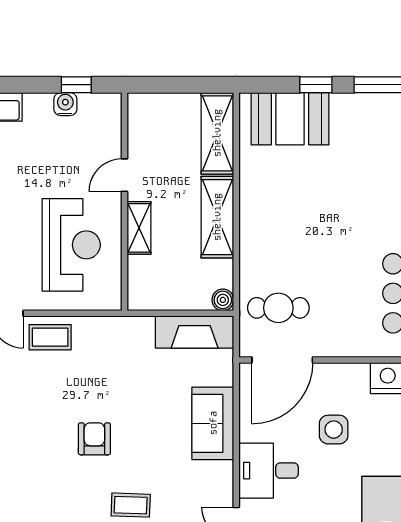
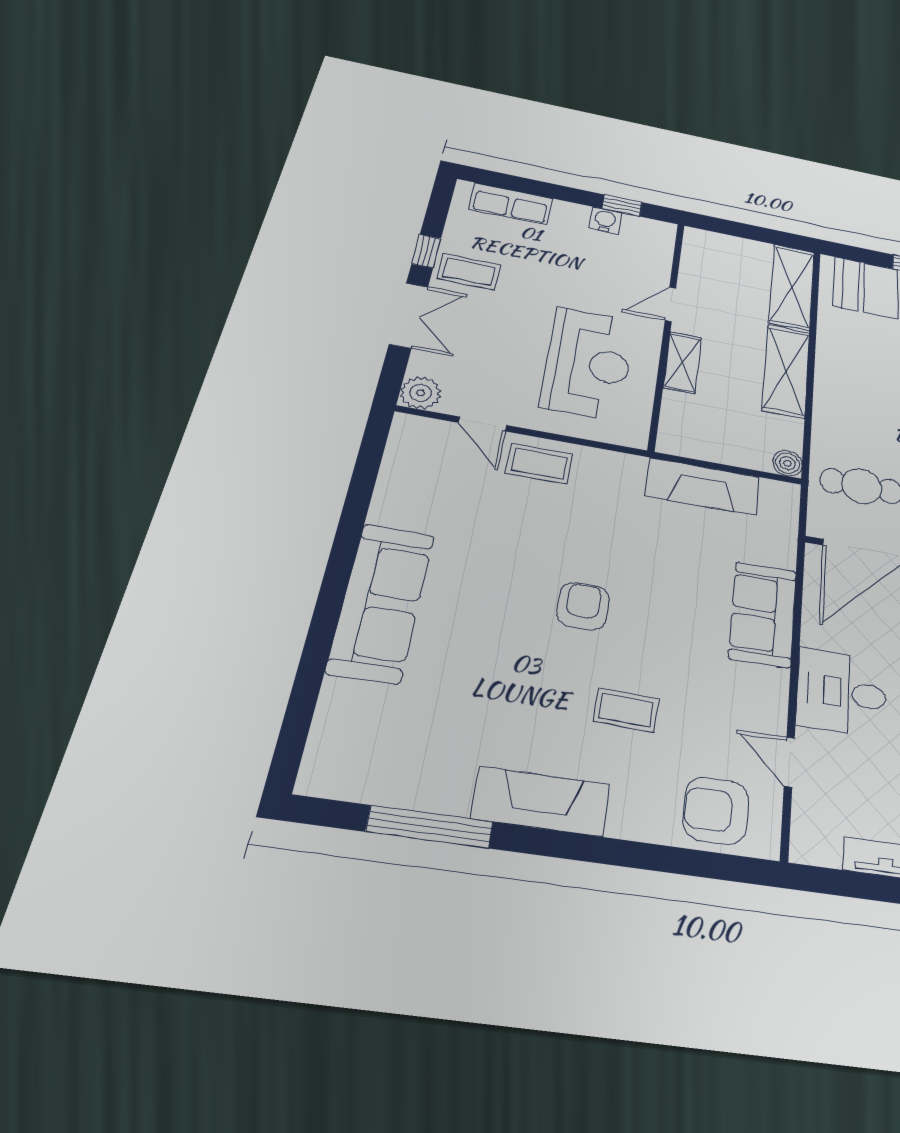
fireplace: (195, 332) -> (703, 486), moved

